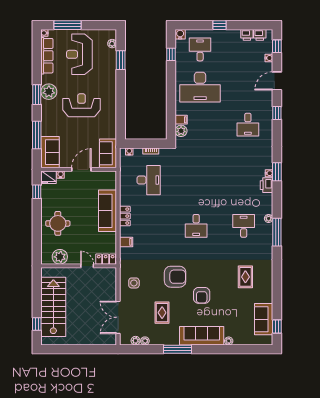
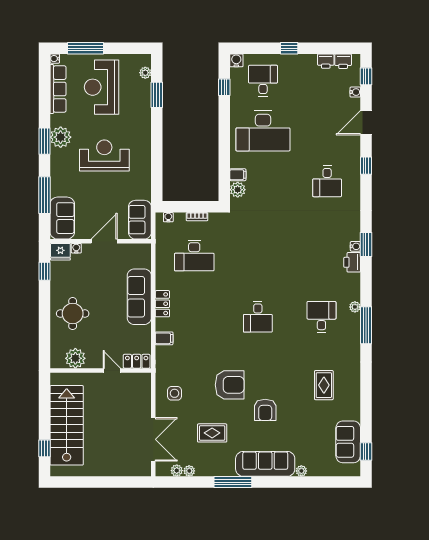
desk: (149, 180) -> (194, 256), turned 90
rug: (162, 313) -> (212, 433), turned 90
double door: (118, 317) -> (153, 439), swing flipped

